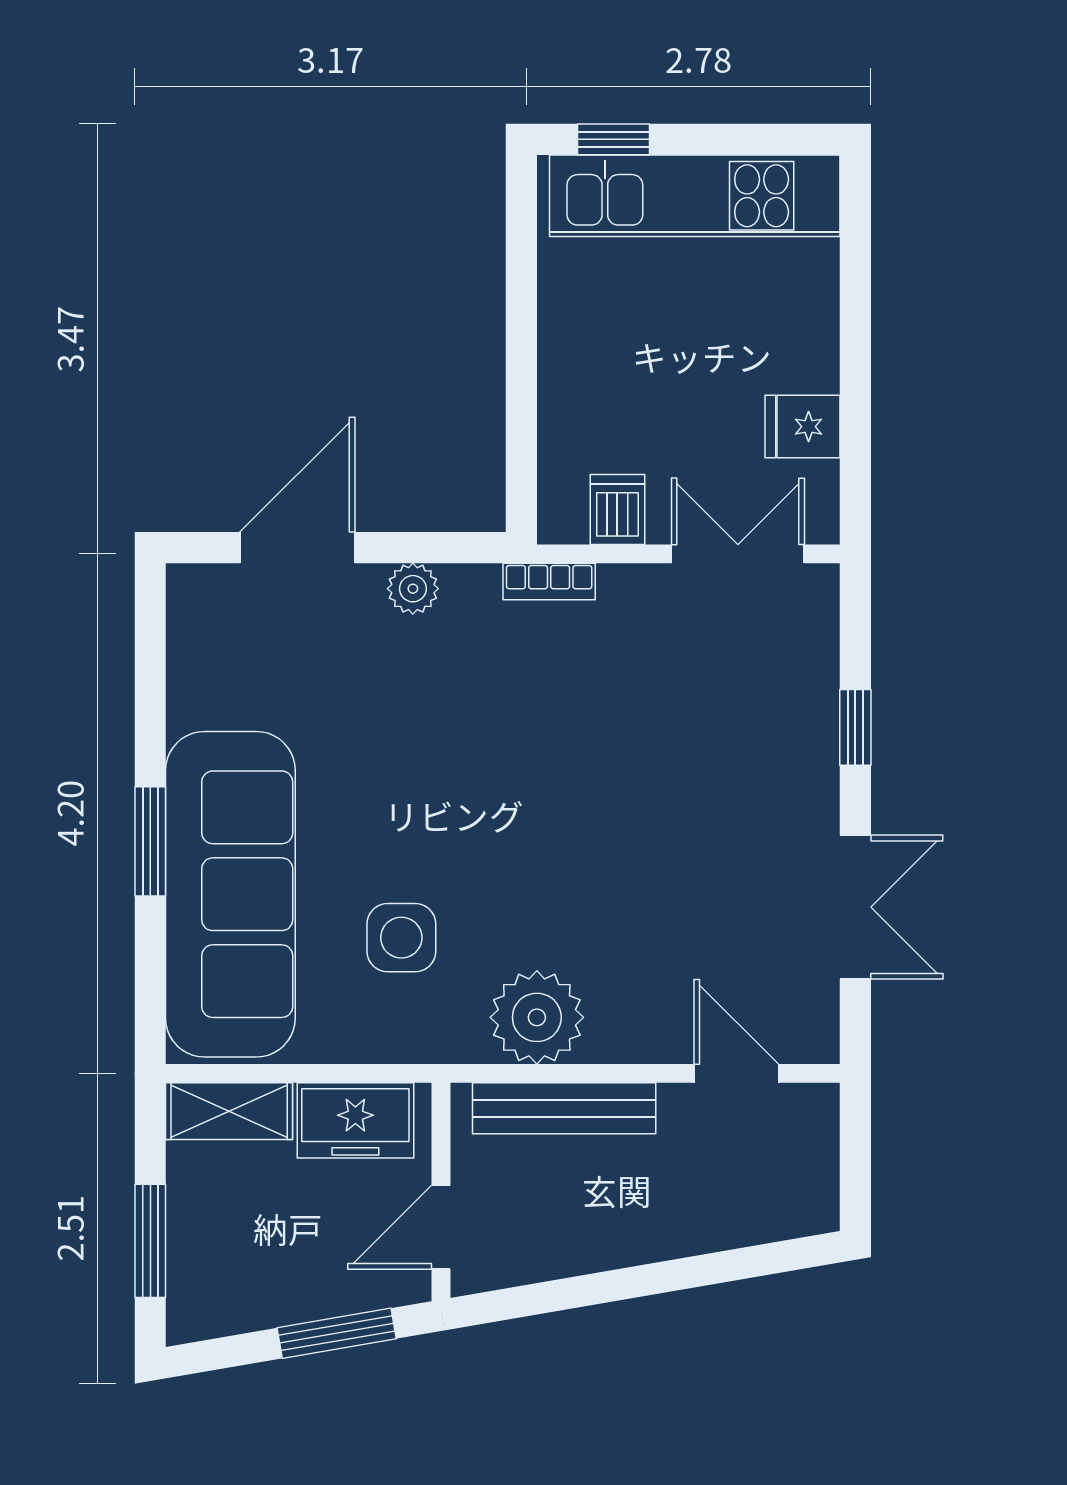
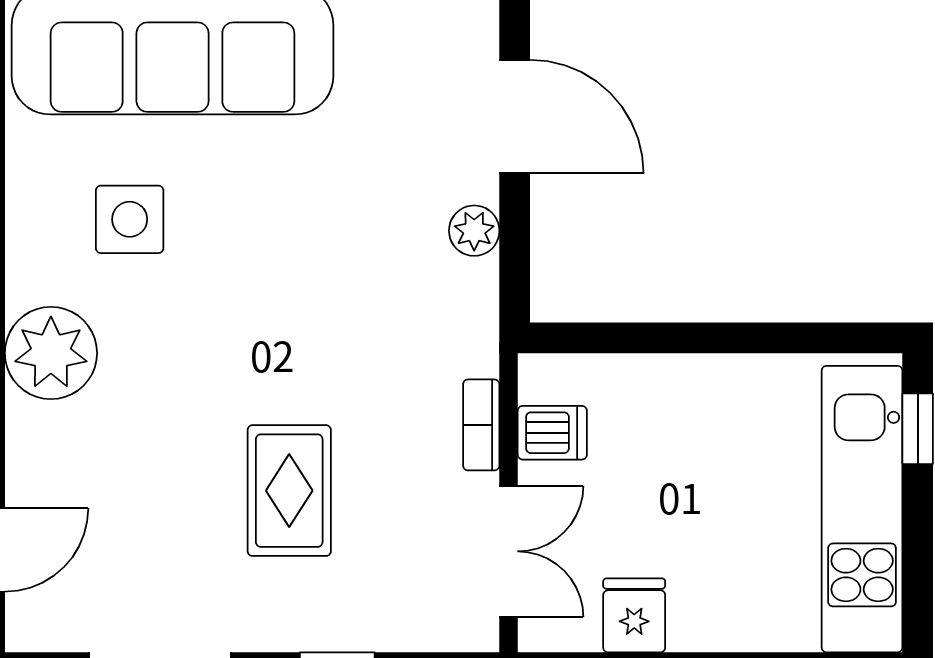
bookcase: (549, 582) -> (481, 425), moved
rug: (676, 776) -> (289, 491), added

